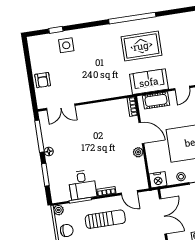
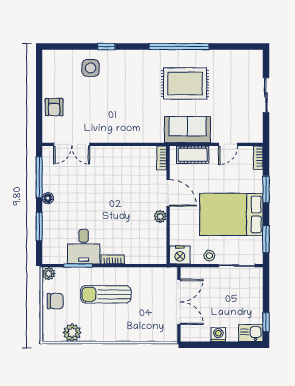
window: (56, 30) -> (106, 47), moved
door: (129, 193) -> (141, 266), removed
sun lounger: (105, 219) -> (106, 294), turned 180

